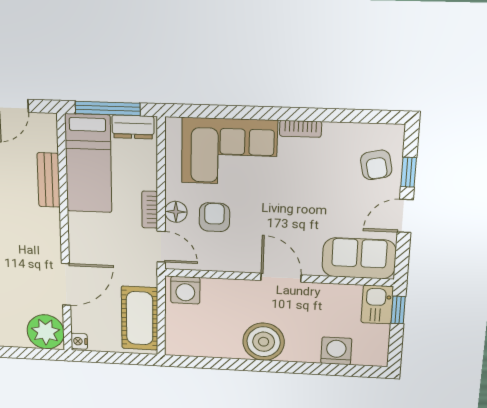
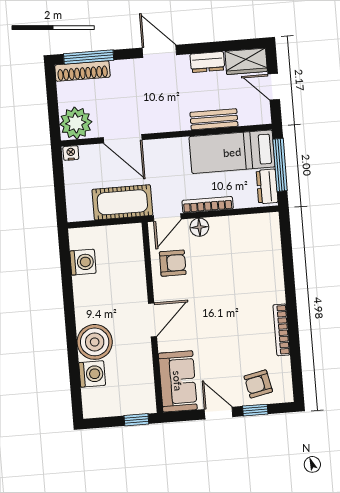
bookcase: (300, 129) -> (282, 330), width x1.56
corner sofa: (229, 152) -> (256, 266), removed
bookcase: (150, 210) -> (208, 205), width x1.56
armchair: (214, 217) -> (173, 263), moved
washing machine: (185, 290) -> (83, 262), moved, turned 180
kitchen sink: (377, 305) -> (139, 402), removed
cot: (140, 318) -> (122, 202), moved
boiler: (264, 342) -> (95, 342), moved

